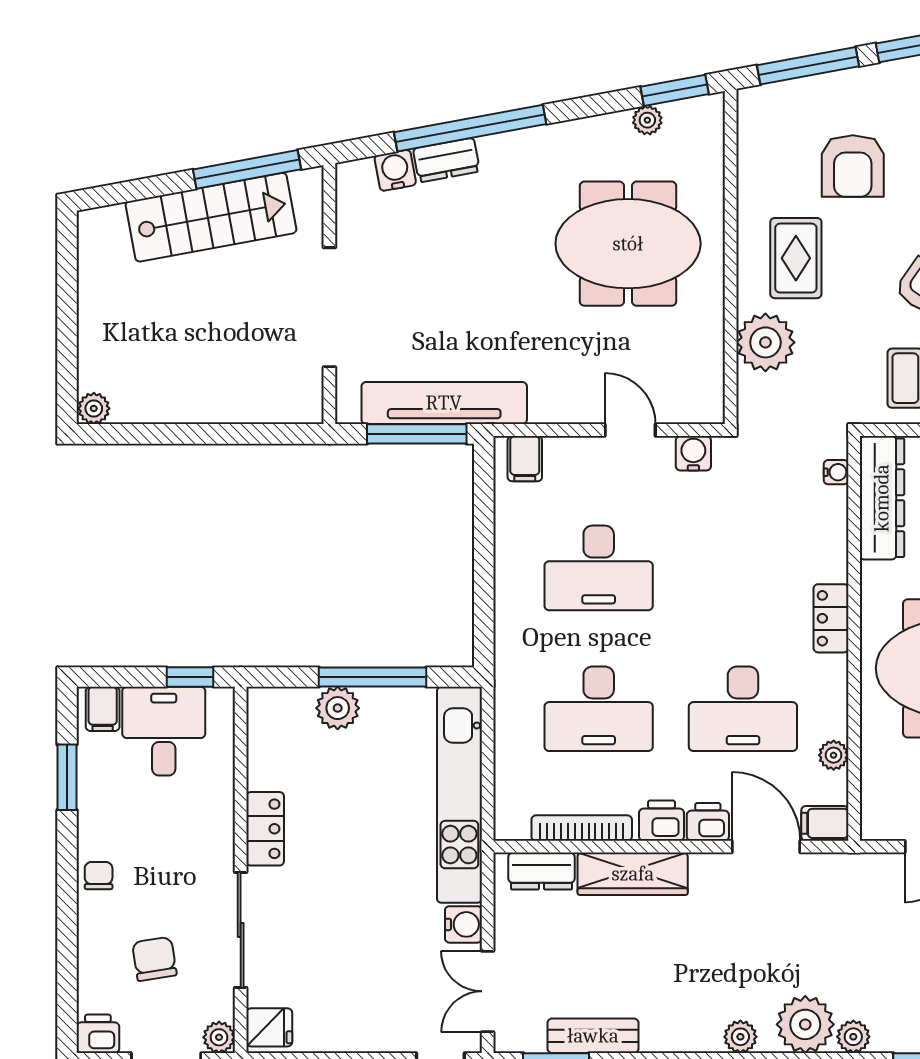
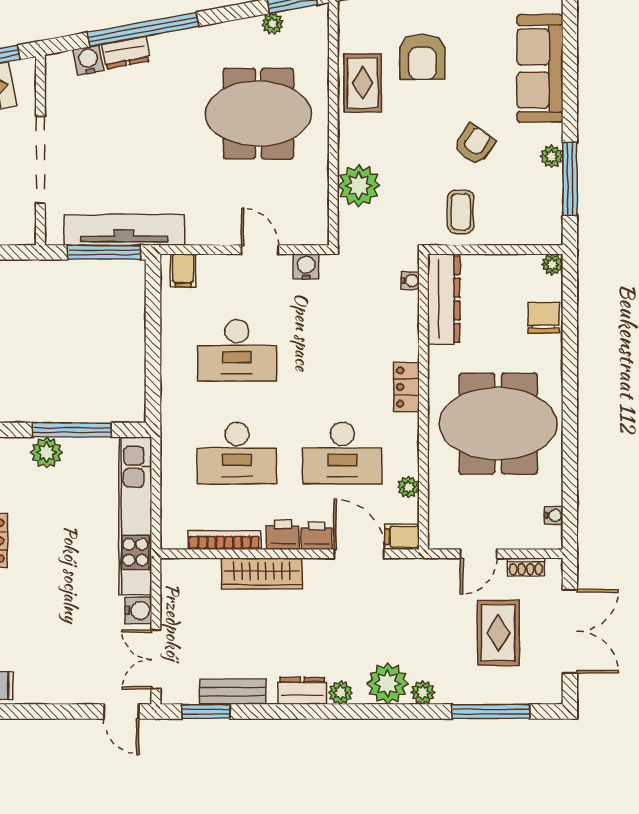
rug: (796, 258) -> (363, 83), moved
dresser: (542, 871) -> (302, 691), moved, turned 180

